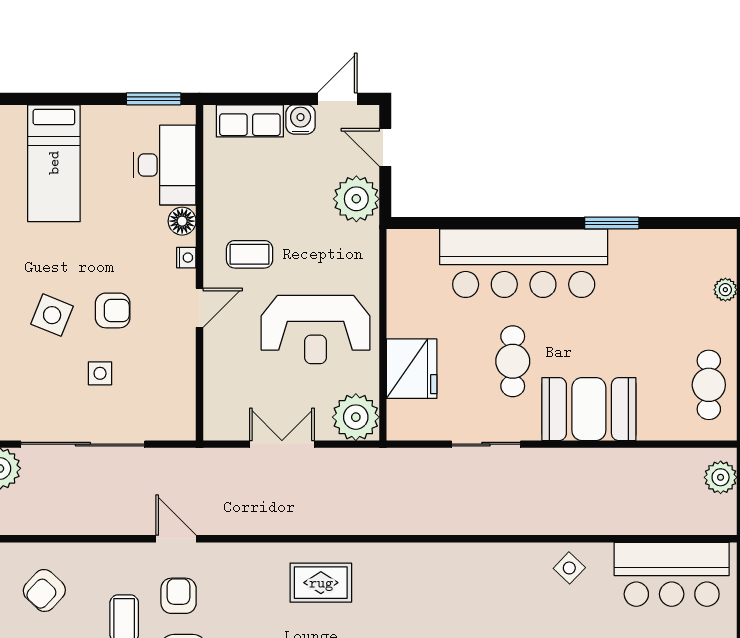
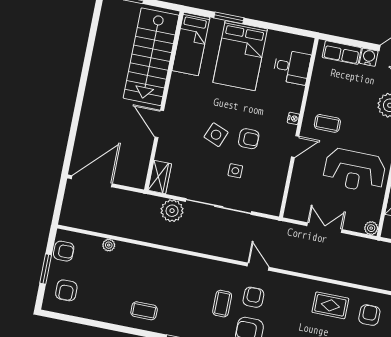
window: (154, 99) -> (229, 18), moved
bed: (54, 163) -> (240, 56), width x1.50
desk: (165, 165) -> (292, 67), width x0.73
floor lamp: (182, 221) -> (295, 99), removed
plant: (356, 417) -> (371, 228), width x0.53, depth x0.53
armchair: (44, 590) -> (369, 315), moved, turned 137

